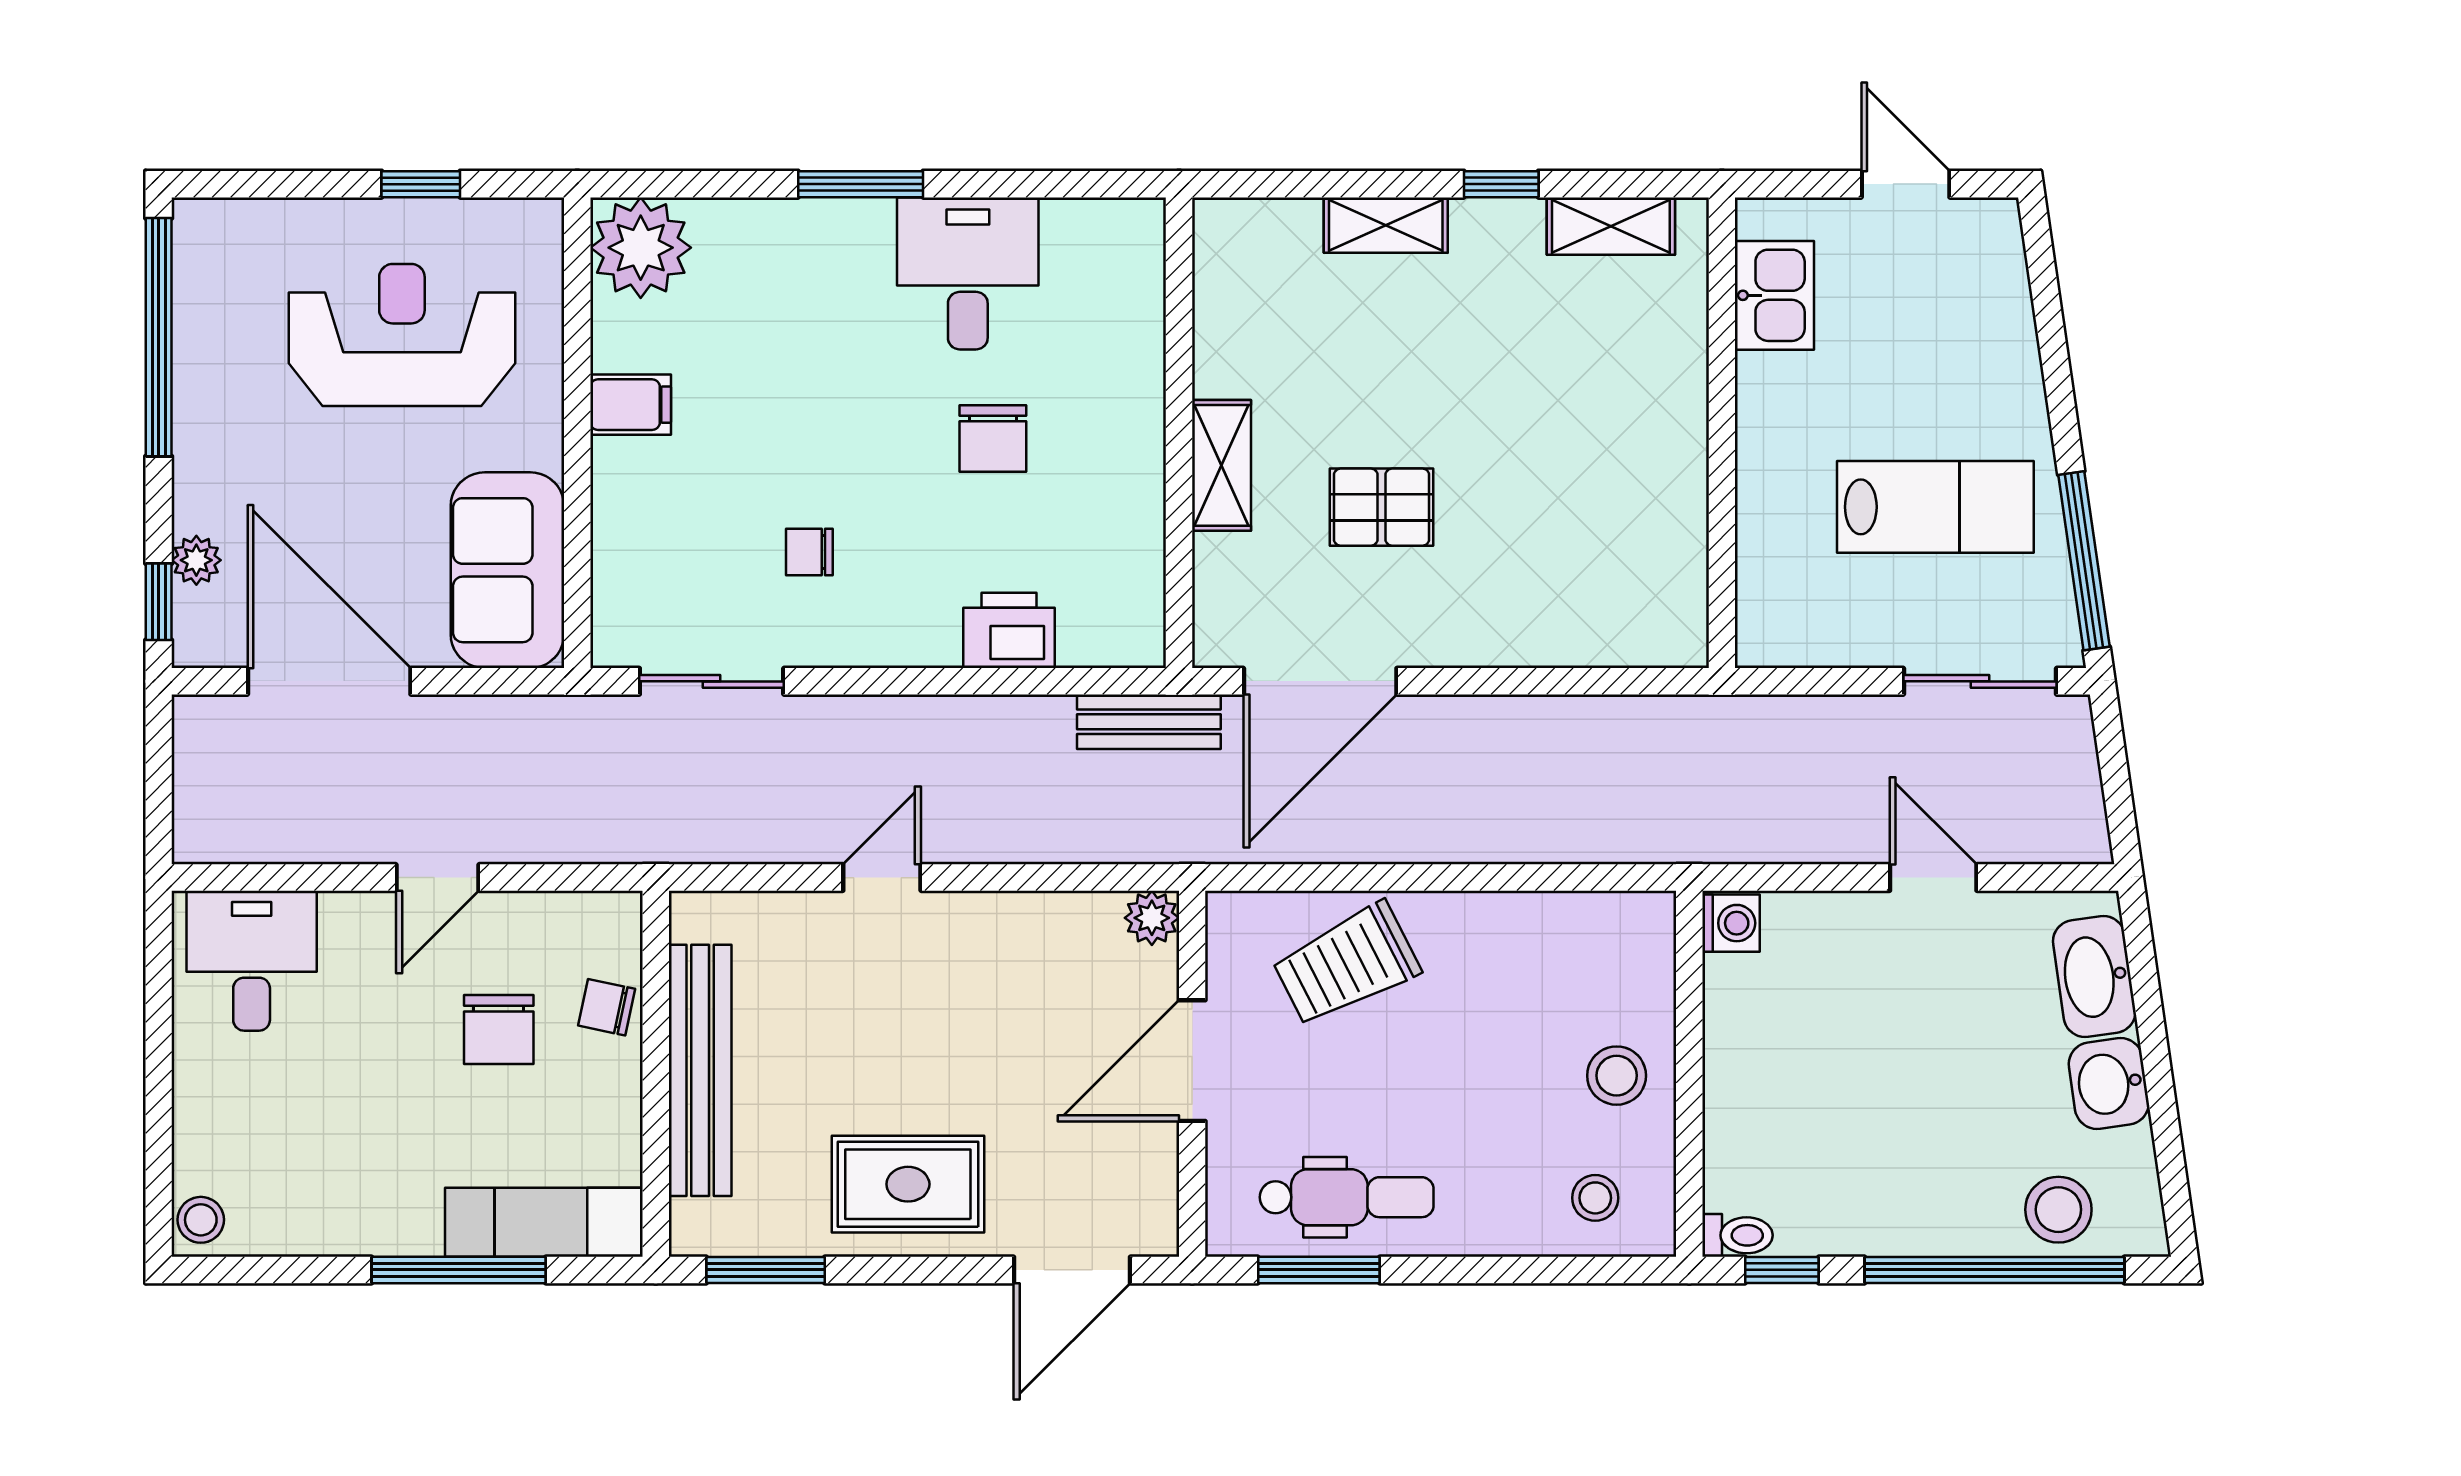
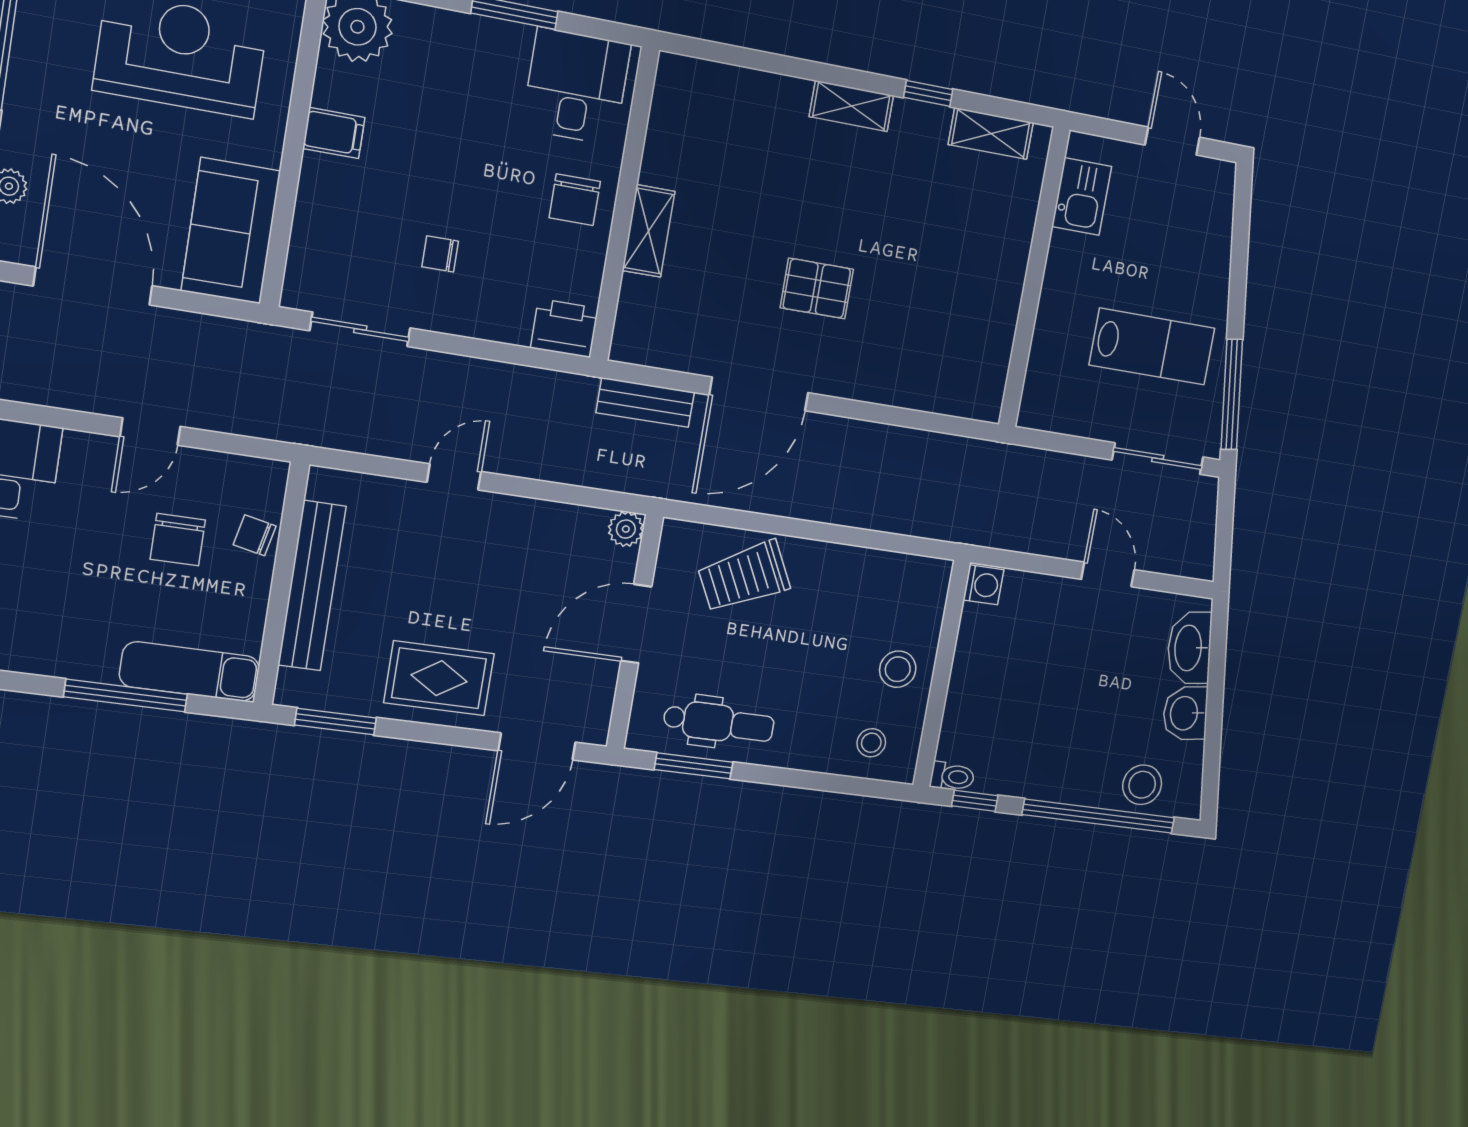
wall: (1179, 433) -> (624, 205), moved
shelving: (1222, 465) -> (649, 231), moved

